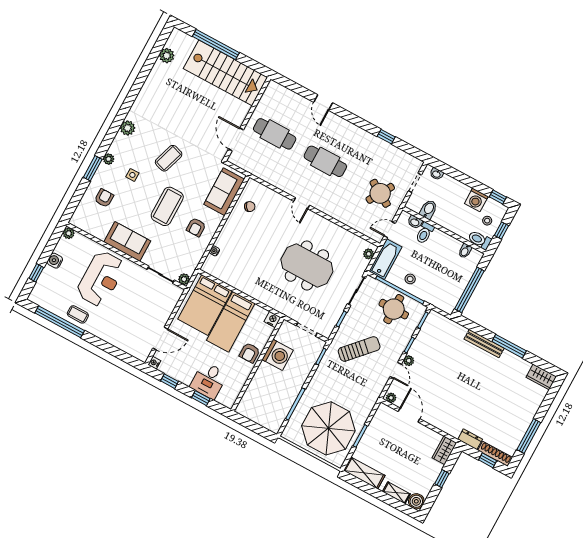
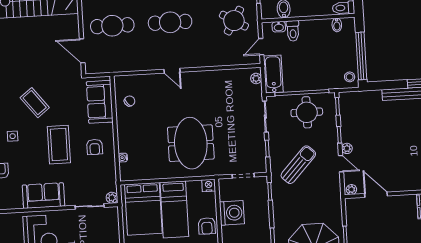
coffee table: (169, 158) -> (35, 103), turned -56
meeting table: (307, 266) -> (191, 143), moved, turned 90
stool: (410, 279) -> (350, 77), moved

